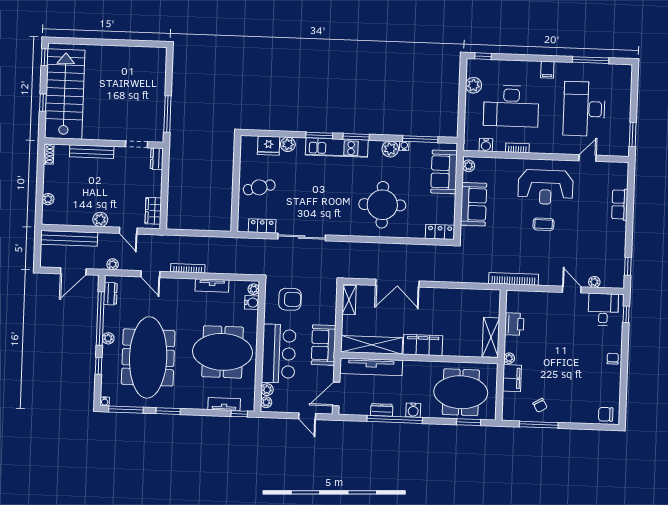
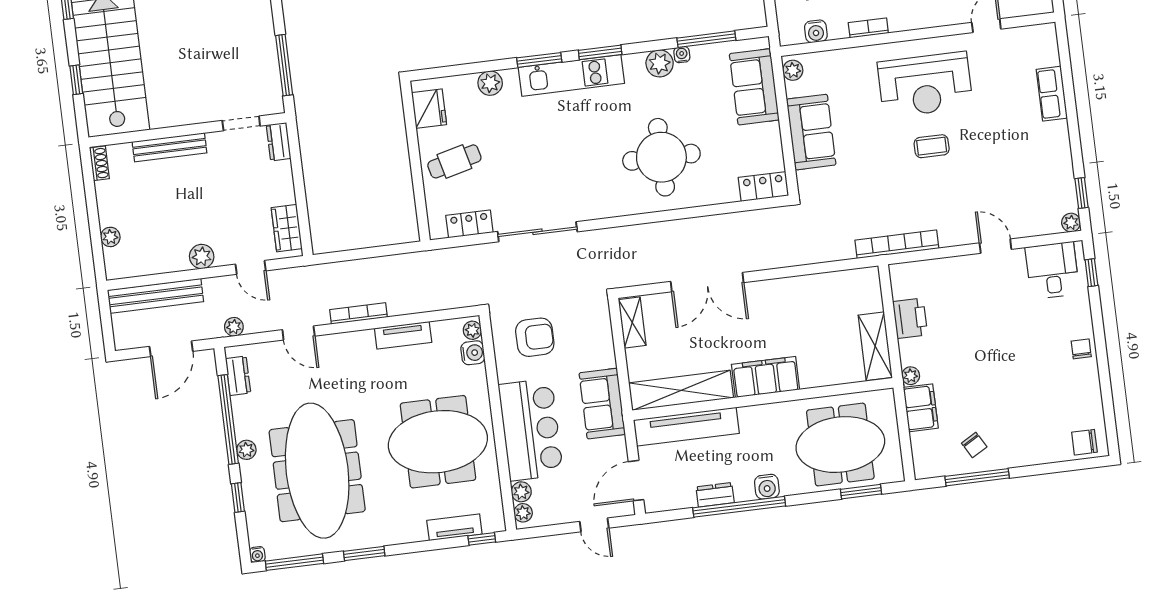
fridge: (269, 146) -> (429, 109), moved, turned -90
plant: (594, 282) -> (1071, 223), moved

